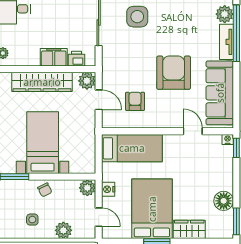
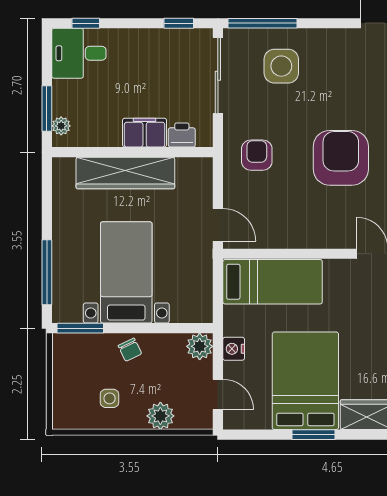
plant: (87, 81) -> (199, 171), removed
door: (99, 100) -> (218, 225), moved
armchair: (135, 101) -> (257, 155), moved

